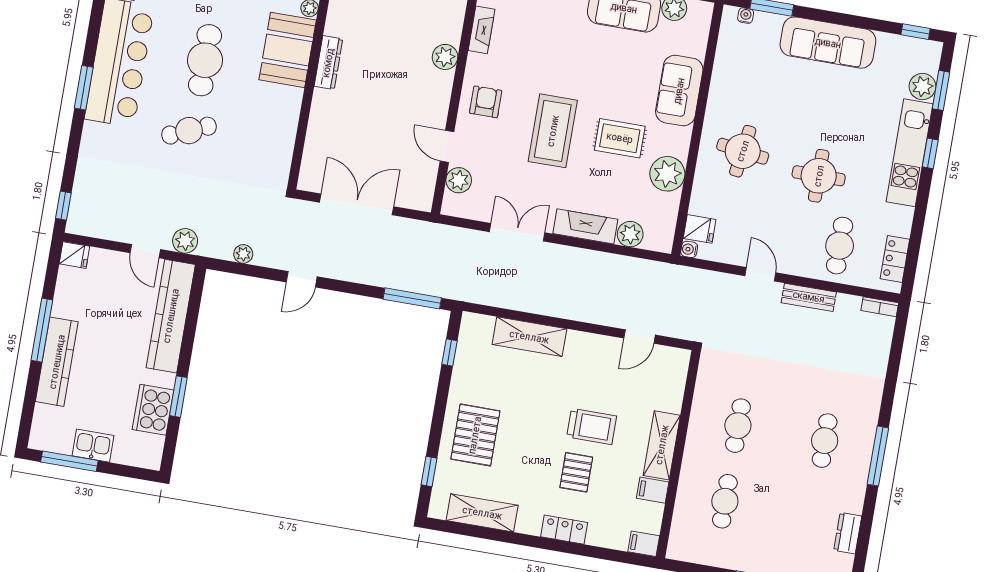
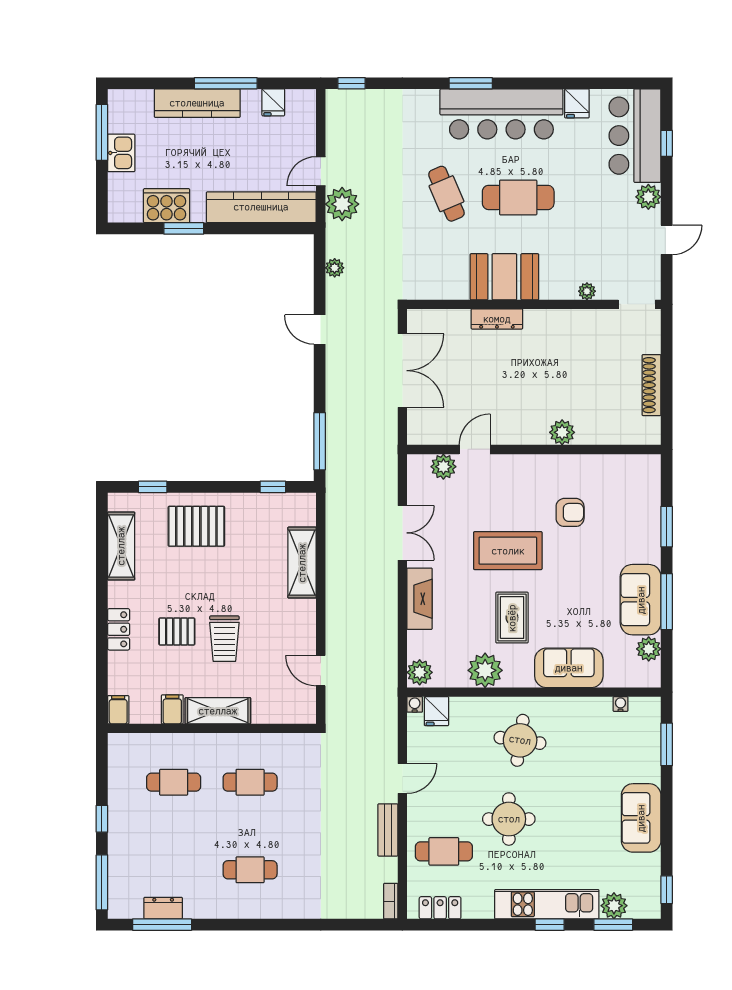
water cooler: (746, 16) -> (620, 704), moved, turned -90
fireplace: (482, 30) -> (595, 464), removed
sofa: (828, 43) -> (641, 818), width x0.73
booth: (288, 50) -> (504, 277), moved
dresser: (328, 63) -> (497, 319), moved
armchair: (486, 102) -> (570, 512), moved
plant: (630, 234) -> (420, 672), moved
plant: (185, 241) -> (342, 204), width x1.36, depth x1.36
fridge: (74, 255) -> (273, 102), moved
window: (878, 456) -> (162, 925), moved

